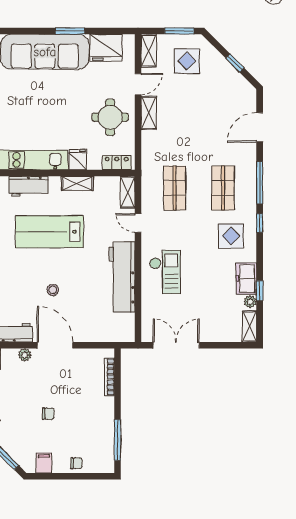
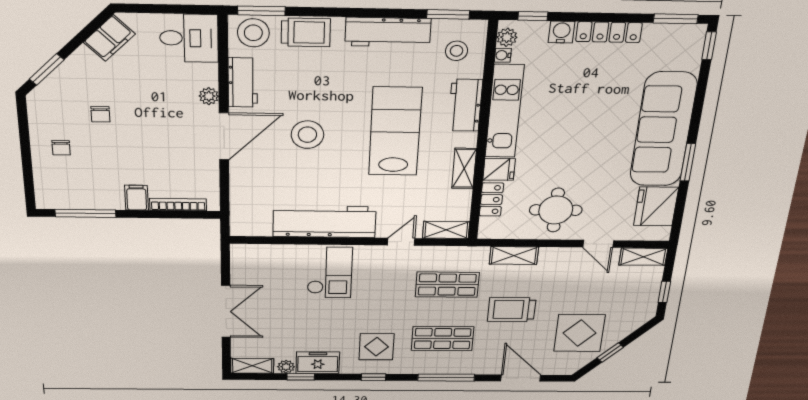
window: (179, 31) -> (664, 292), width x0.67
display table: (187, 61) -> (579, 333), moved, width x1.36, depth x1.36
shelving: (149, 113) -> (514, 255), moved
trolley: (196, 140) -> (512, 310), added
locker: (117, 163) -> (491, 200), moved
window: (260, 223) -> (374, 377), moved
checkout: (165, 272) -> (330, 273), turned -90
stool: (53, 290) -> (307, 135), width x1.89, depth x1.89
double door: (176, 345) -> (226, 311), moved
chair: (48, 414) -> (100, 114), moved
filing cabinet: (44, 463) -> (137, 198), moved, turned -90
chair: (76, 463) -> (61, 148), moved

